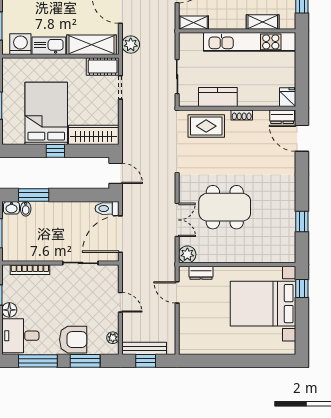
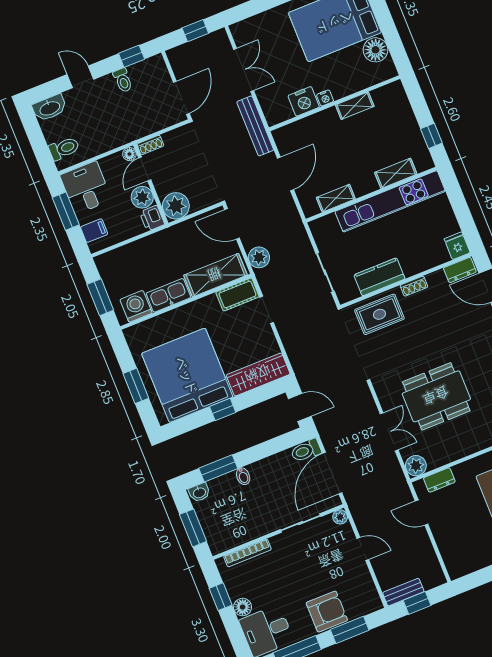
shelving: (194, 23) -> (336, 198), moved
bed: (46, 113) -> (187, 375), width x1.36
bidet: (26, 209) -> (243, 476), moved
plant: (113, 338) -> (340, 517), moved
bench: (144, 348) -> (403, 592), width x0.73

